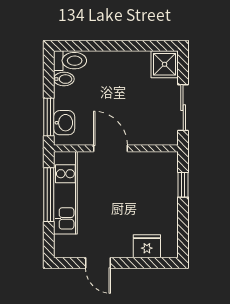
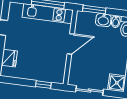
washbasin: (64, 123) -> (103, 20), moved

